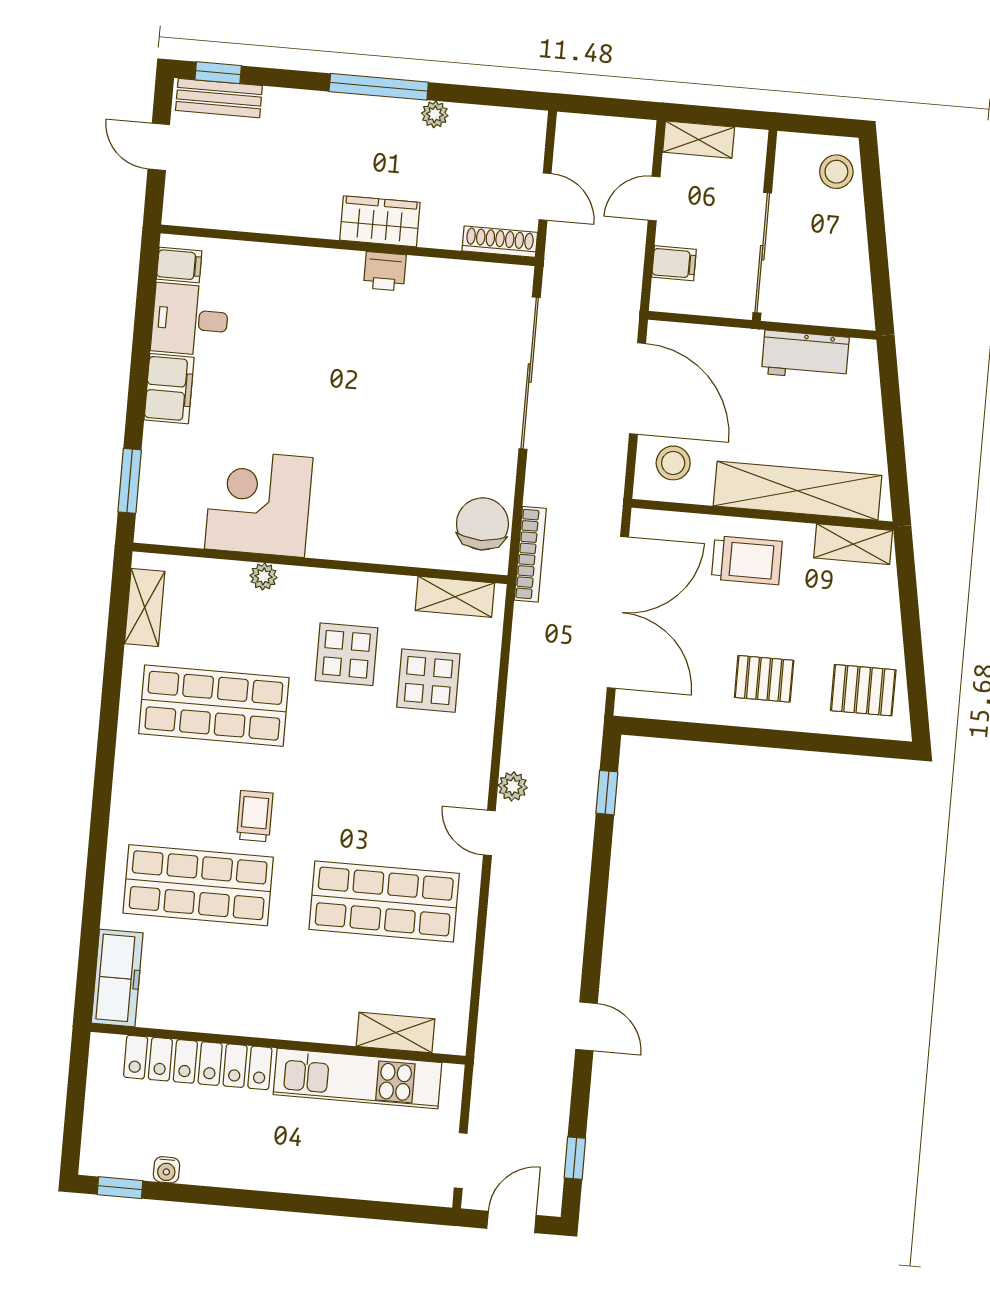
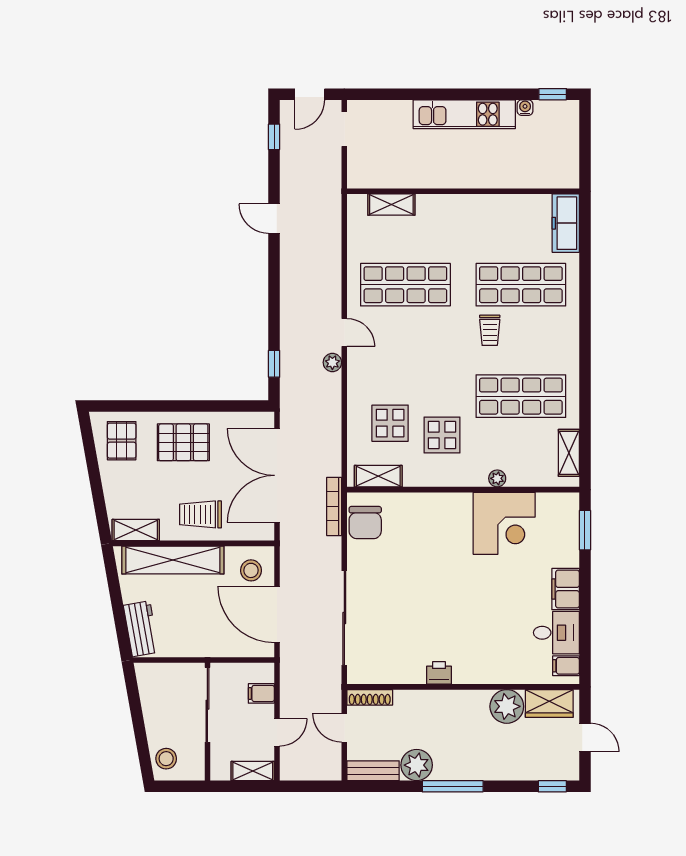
bench: (219, 98) -> (373, 771), moved
plant: (435, 114) -> (417, 765), width x1.87, depth x1.87
plant: (280, 208) -> (507, 706), added
wardrobe: (380, 221) -> (549, 703), moved
workbench: (805, 355) -> (141, 629), moved, turned 80
pallet: (764, 679) -> (183, 442), width x1.50, depth x1.42
pallet: (863, 690) -> (122, 441), turned 90
locker: (198, 1062) -> (512, 175), removed
kitchen unit: (357, 1079) -> (464, 114), moved, turned 180

